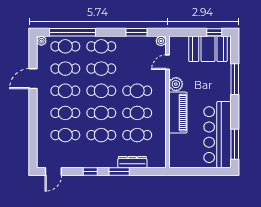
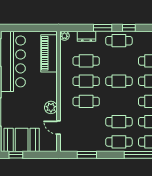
plant: (161, 41) -> (64, 36), moved
door: (167, 62) -> (59, 128), swing flipped
cafe table: (101, 91) -> (119, 101), removed
piano: (178, 113) -> (49, 53), moved
cafe table: (101, 135) -> (119, 41), moved
dresser: (132, 162) -> (87, 36), width x0.70

